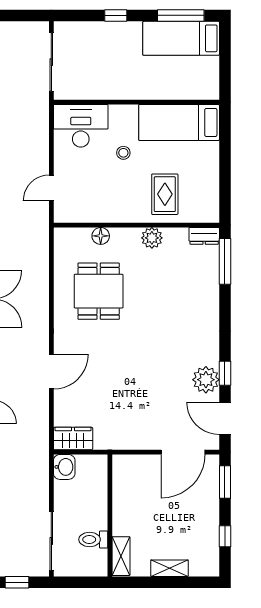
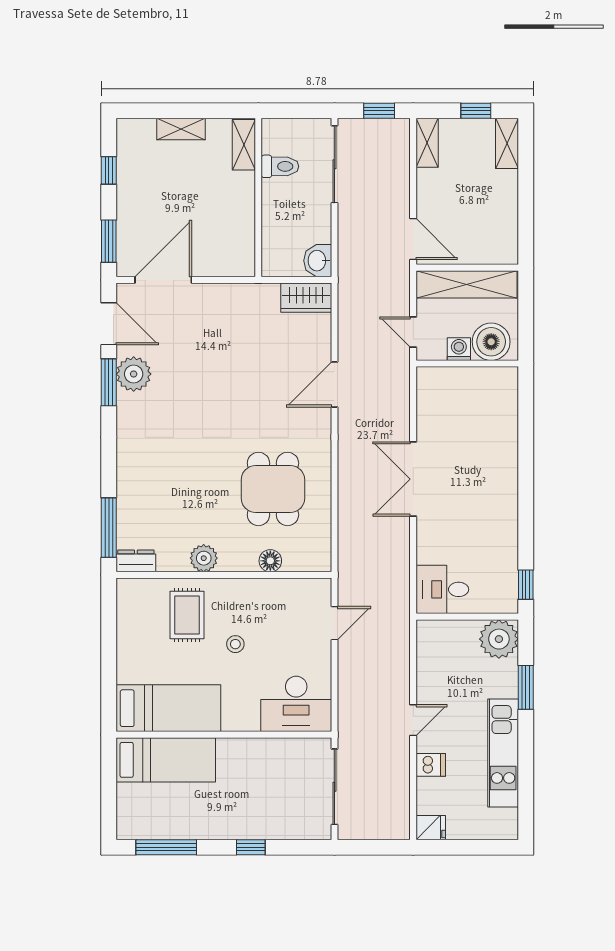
bed: (181, 38) -> (166, 760), moved
stool: (123, 153) -> (235, 644), moved
window: (225, 373) -> (109, 382), width x1.50

